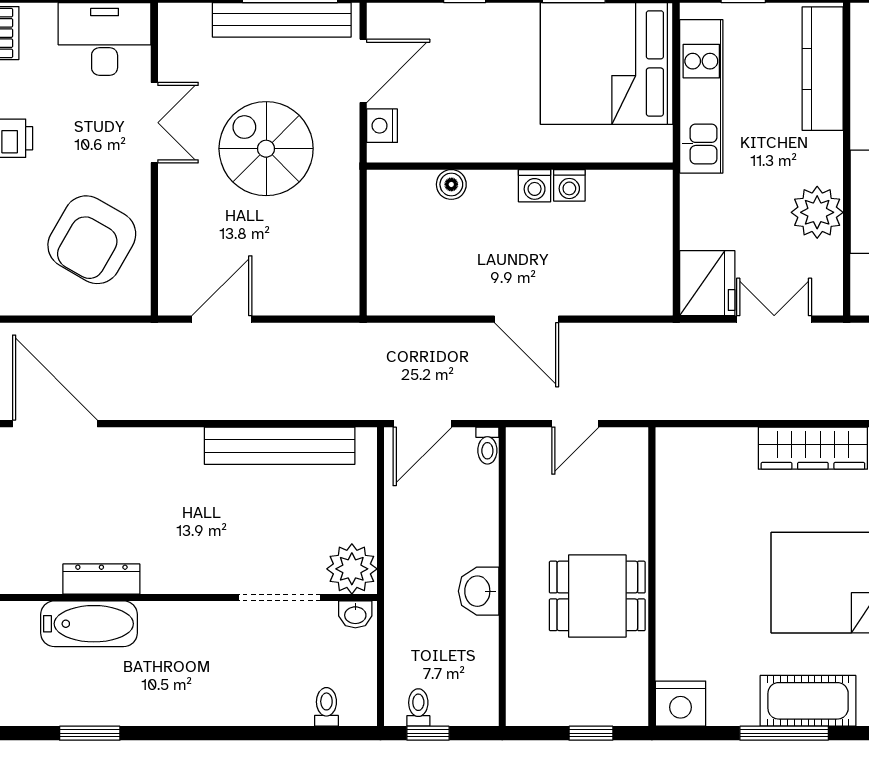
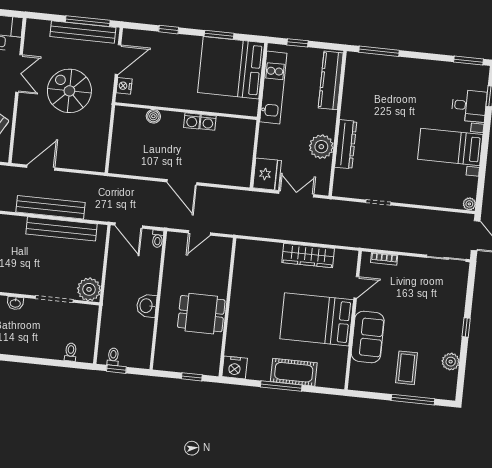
bench: (251, 402) -> (51, 207), added
door: (422, 424) -> (129, 226), hinge flipped
washbasin: (355, 614) -> (15, 303), moved

